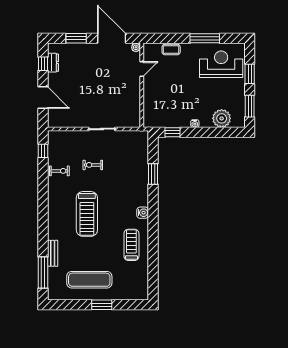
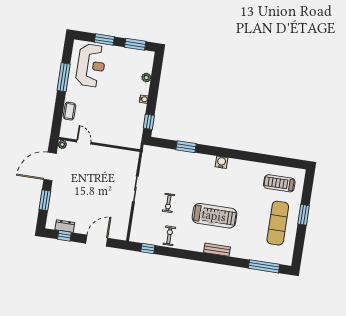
reception desk: (221, 64) -> (91, 65), turned 180
plant: (222, 118) -> (146, 78), width x0.53, depth x0.53
treadmill: (131, 245) -> (279, 183), moved
bench: (53, 253) -> (217, 250), moved

